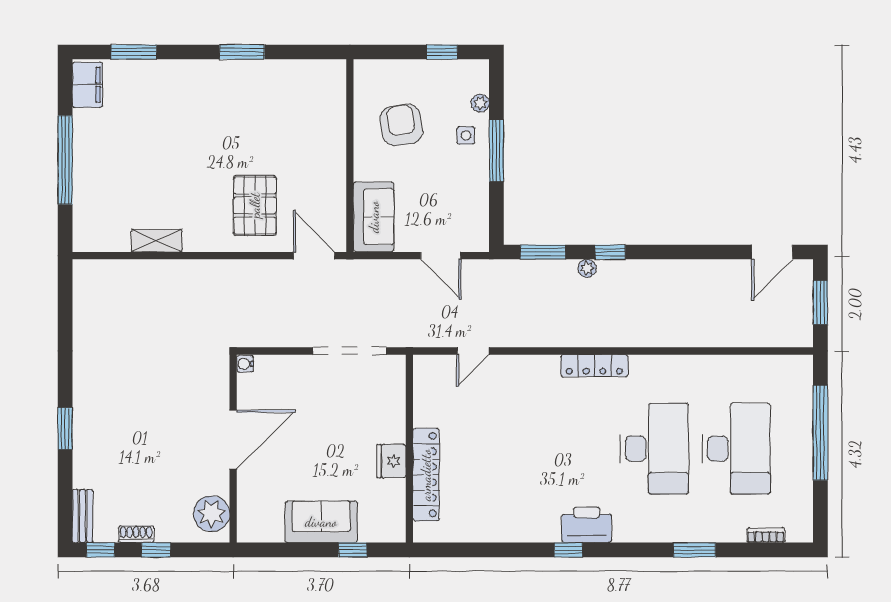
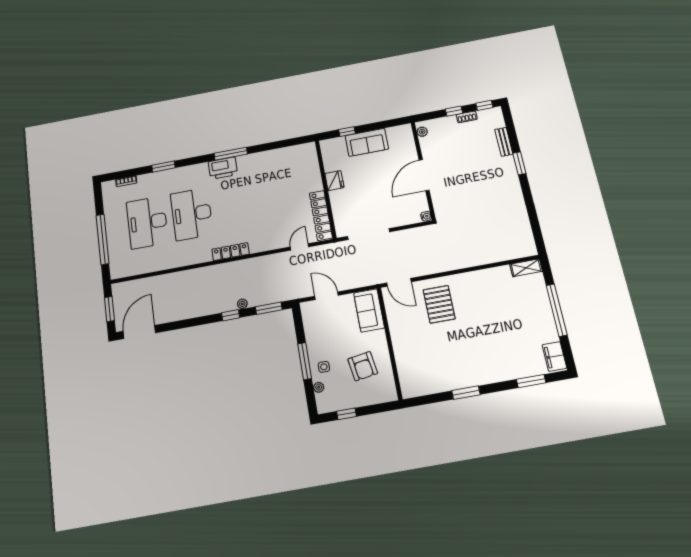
shelving: (157, 241) -> (526, 268), moved
door: (772, 252) -> (139, 332), width x1.36
locker: (426, 475) -> (321, 215), moved
plant: (212, 514) -> (422, 132), width x0.53, depth x0.53
bench: (82, 516) -> (504, 142), moved
window: (568, 550) -> (231, 154), width x2.17

